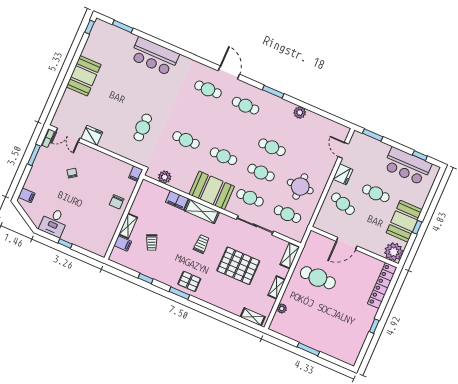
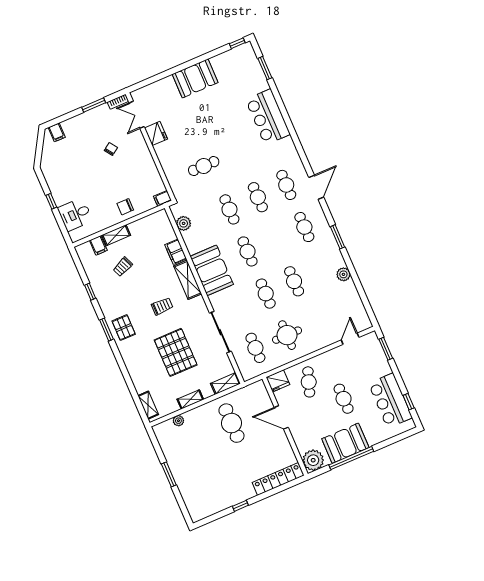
fridge: (343, 174) -> (278, 381), moved
cafe table: (250, 198) -> (258, 197), moved
desk: (54, 222) -> (75, 214), moved
window: (417, 227) -> (351, 458), width x3.17

